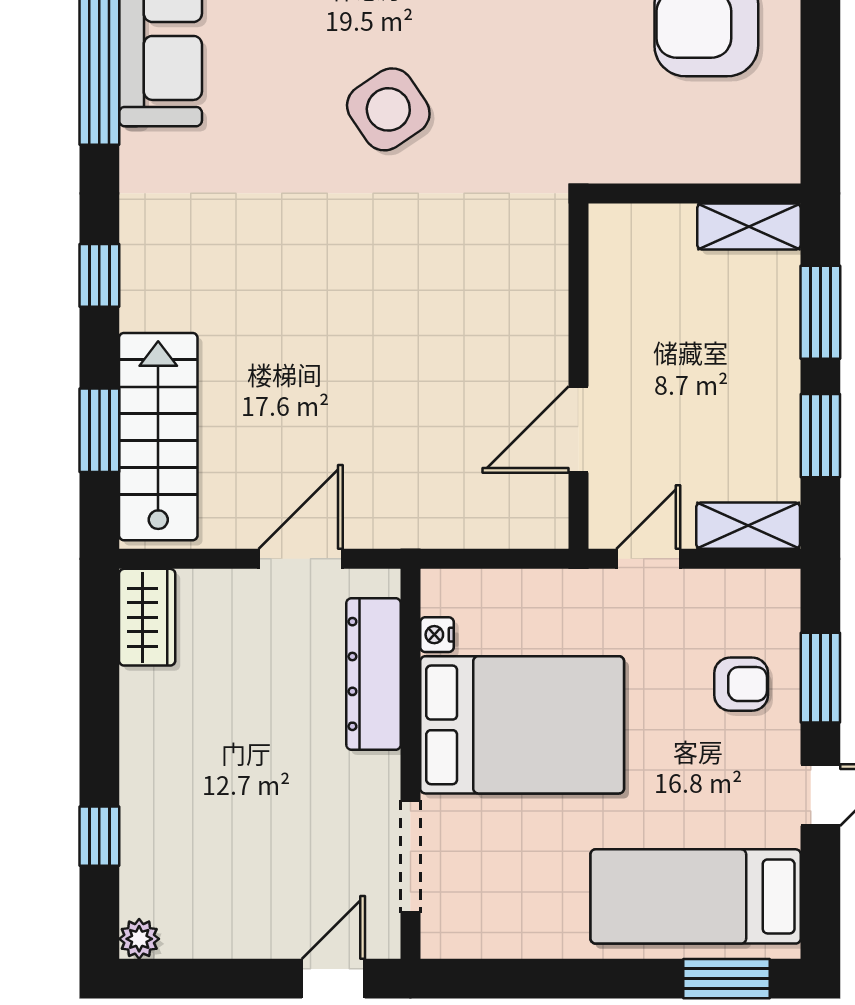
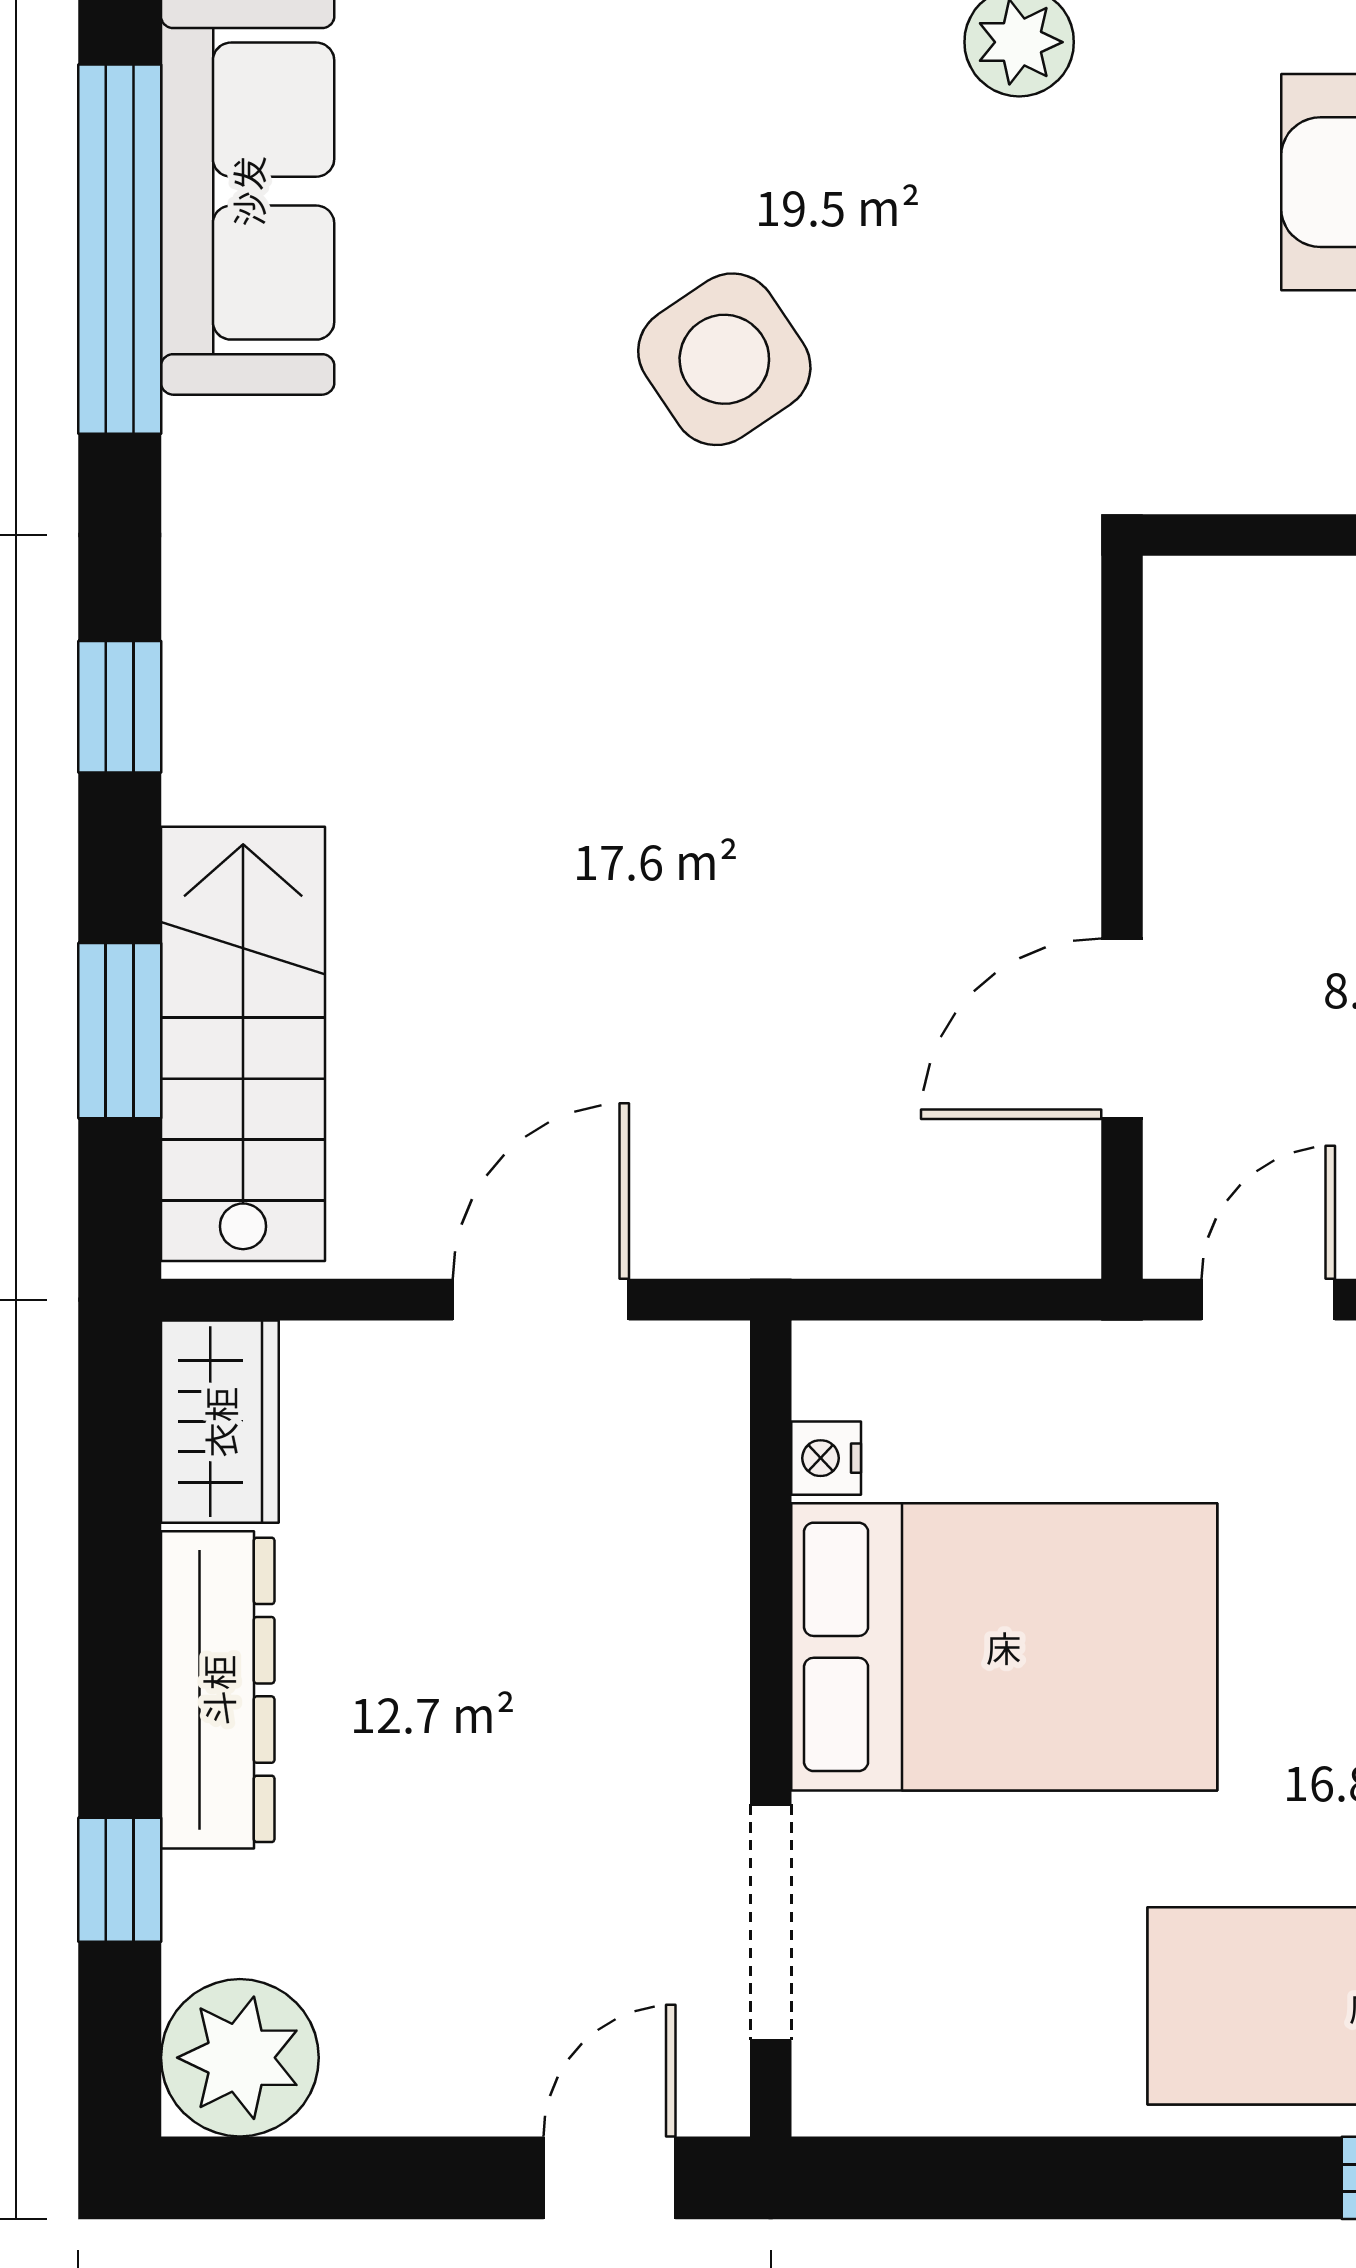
dresser: (374, 674) -> (218, 1690), moved, turned 180
plant: (139, 939) -> (240, 2058), width x1.87, depth x1.87

